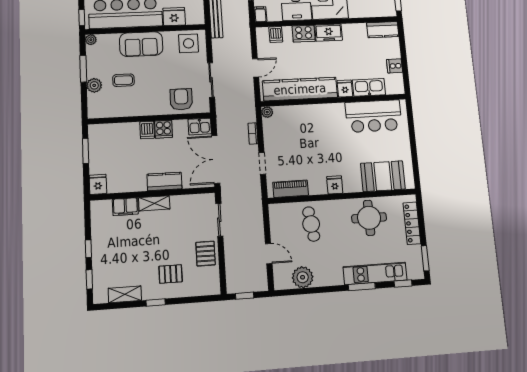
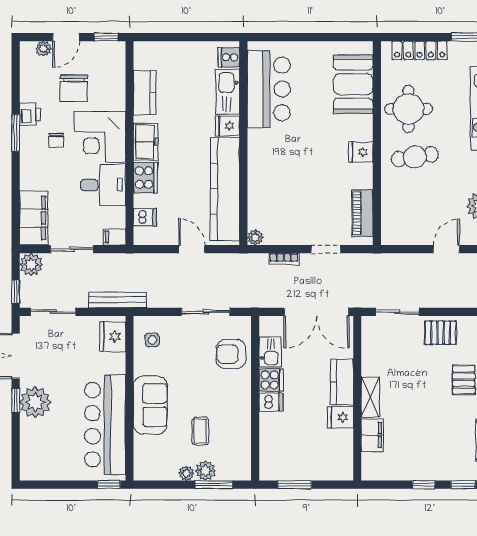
fridge: (174, 17) -> (113, 337), moved
kitchen counter: (383, 30) -> (145, 93), moved
plant: (91, 40) -> (186, 473), moved
side table: (189, 43) -> (152, 340), width x0.54, depth x0.54
cooker: (395, 66) -> (229, 57), moved, turned 90
window: (83, 69) -> (214, 485), moved
kitchen sink: (200, 127) -> (270, 352), moved
fridge: (98, 184) -> (340, 417), moved
cafe table: (311, 224) -> (415, 157), moved

